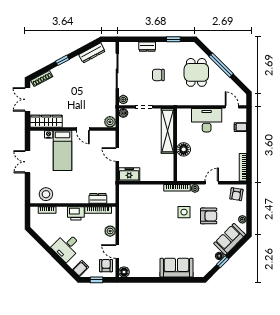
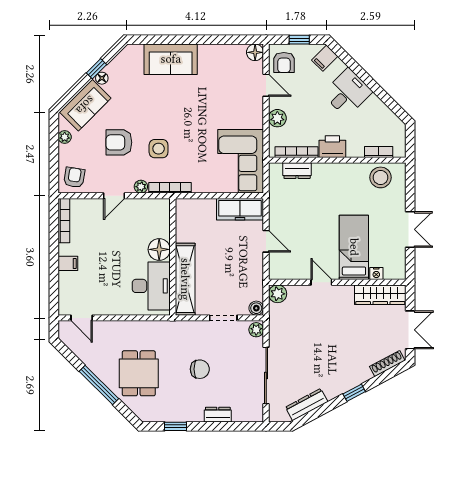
desk: (207, 120) -> (151, 286), moved, turned -90
filing cabinet: (240, 127) -> (68, 263), moved
freezer: (129, 174) -> (240, 209), width x1.40
corner sofa: (133, 204) -> (241, 161), added

